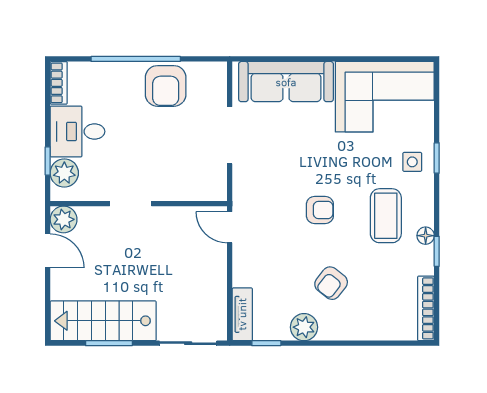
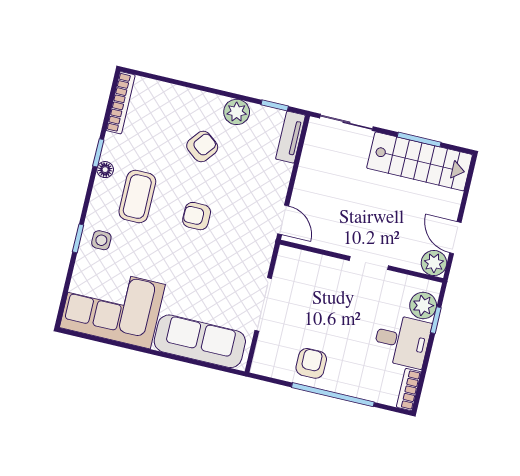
armchair: (166, 86) -> (311, 363), width x0.72, depth x0.72

